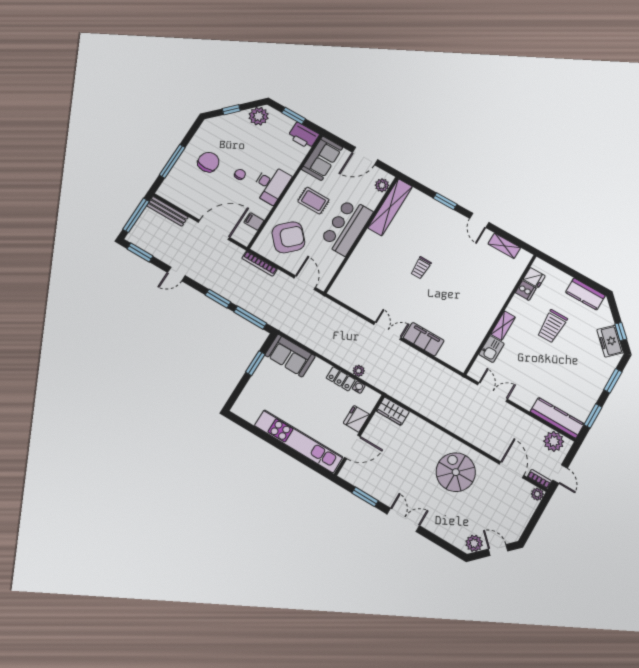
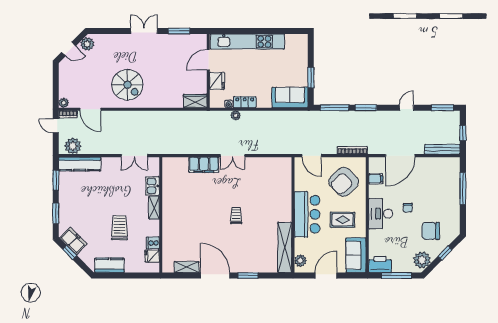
window: (294, 116) -> (397, 276), width x1.44
chair: (208, 162) -> (431, 231), moved, turned 90
window: (136, 215) -> (463, 133), width x0.46
door: (479, 220) -> (215, 276), width x1.88
double door: (403, 520) -> (144, 31), swing flipped

